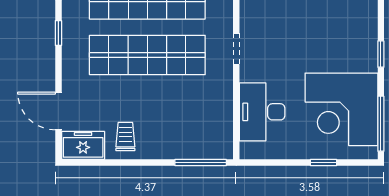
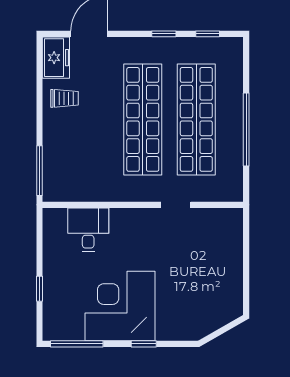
doorway: (236, 49) -> (176, 205), moved
corner desk: (341, 109) -> (120, 306), moved
desk: (262, 112) -> (88, 230), width x0.73

